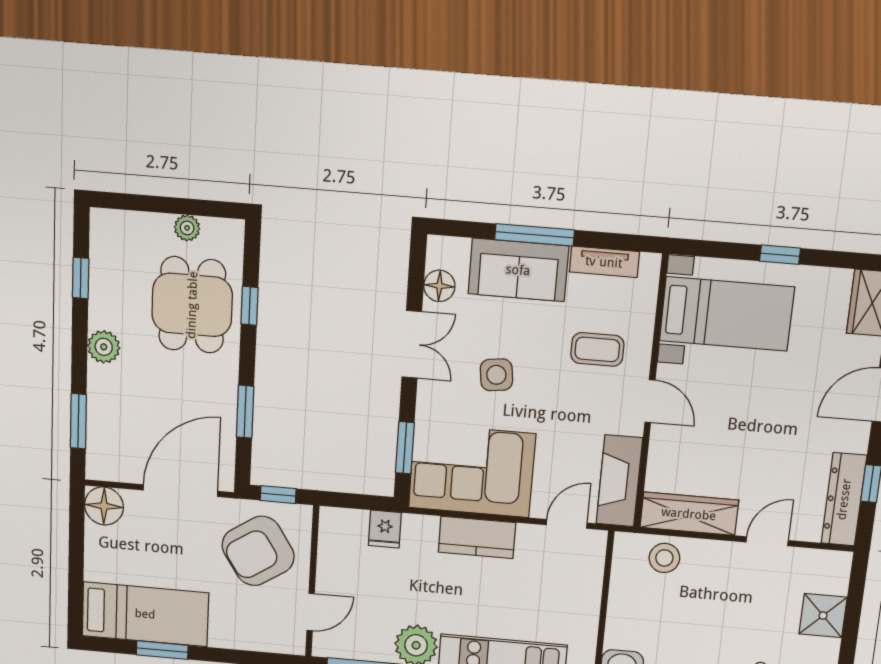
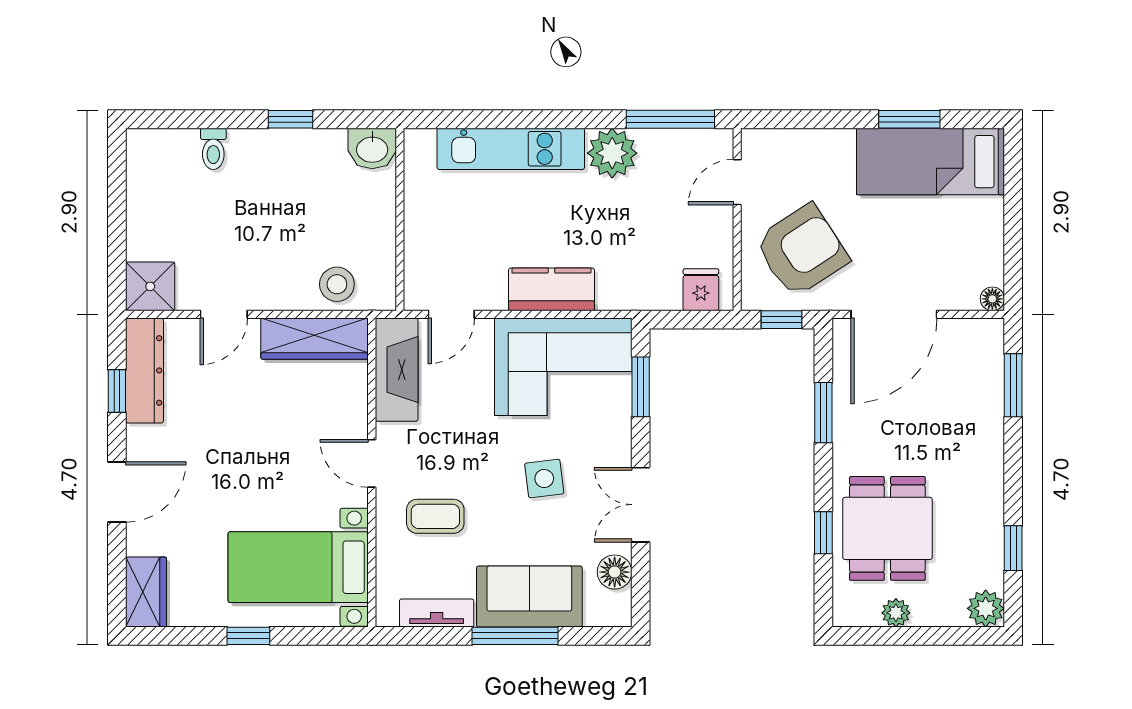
plant: (104, 347) -> (986, 608), moved
floor lamp: (104, 506) -> (992, 299), width x0.53, depth x0.53
fridge: (385, 529) -> (701, 290), moved
shower: (823, 615) -> (150, 286), moved

